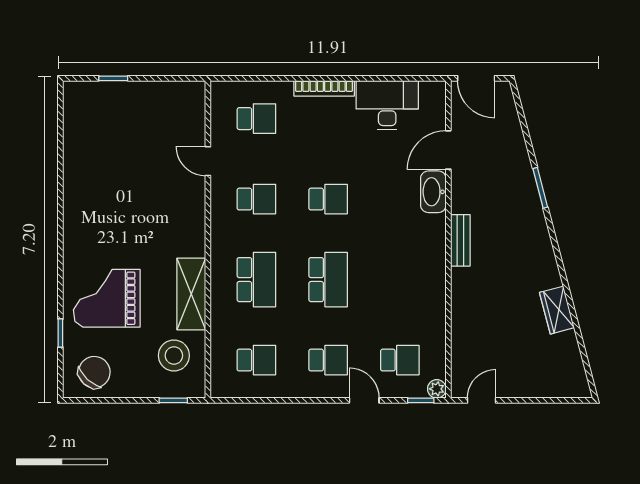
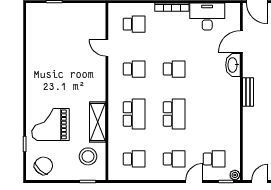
door: (364, 400) -> (194, 181), hinge flipped

